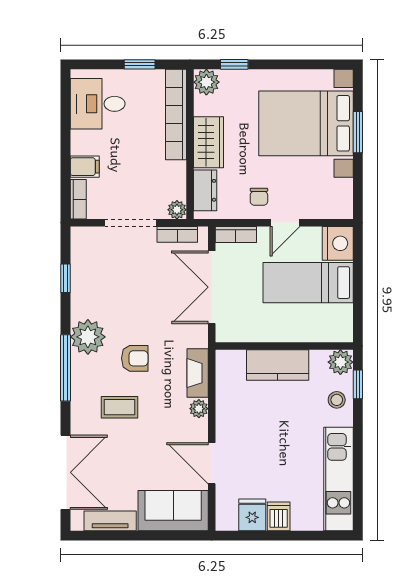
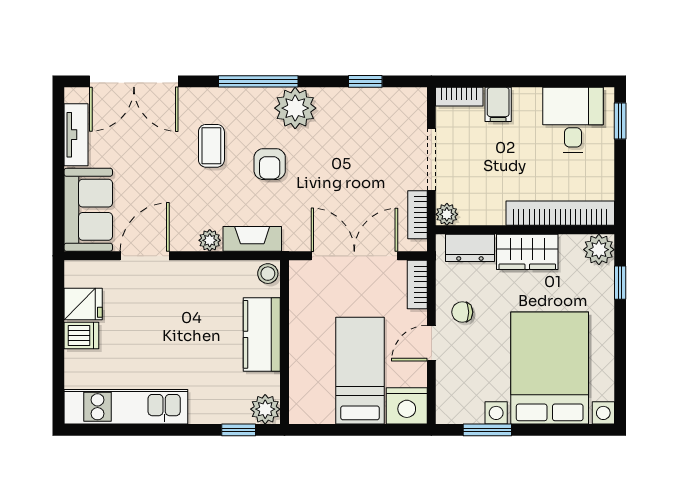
window: (140, 64) -> (620, 121), moved
window: (358, 132) -> (487, 430), moved
door: (285, 223) -> (431, 343), hinge flipped
stool: (337, 400) -> (268, 274), moved

